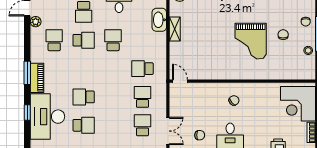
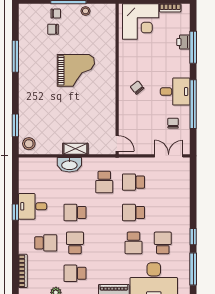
washbasin: (159, 20) -> (69, 165), moved
shelving: (175, 29) -> (75, 149), moved
chair: (283, 35) -> (53, 29), moved
door: (180, 81) -> (117, 143), swing flipped
school desk: (142, 125) -> (134, 212), moved

